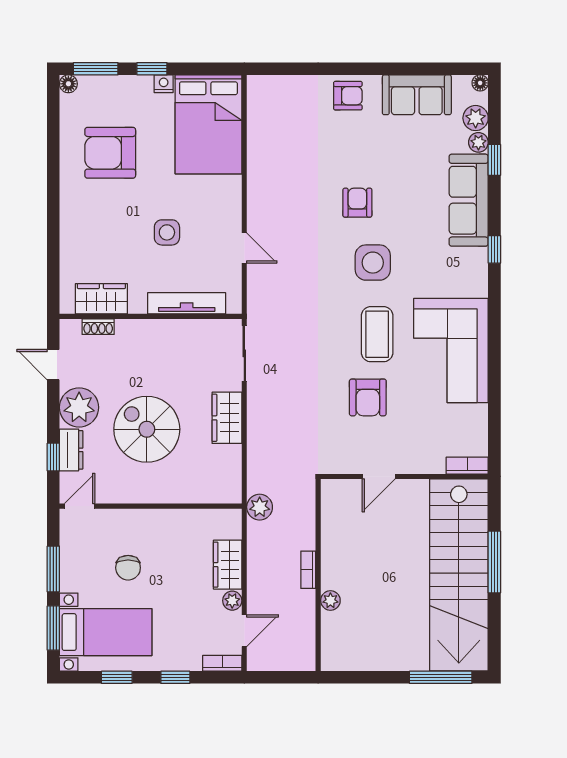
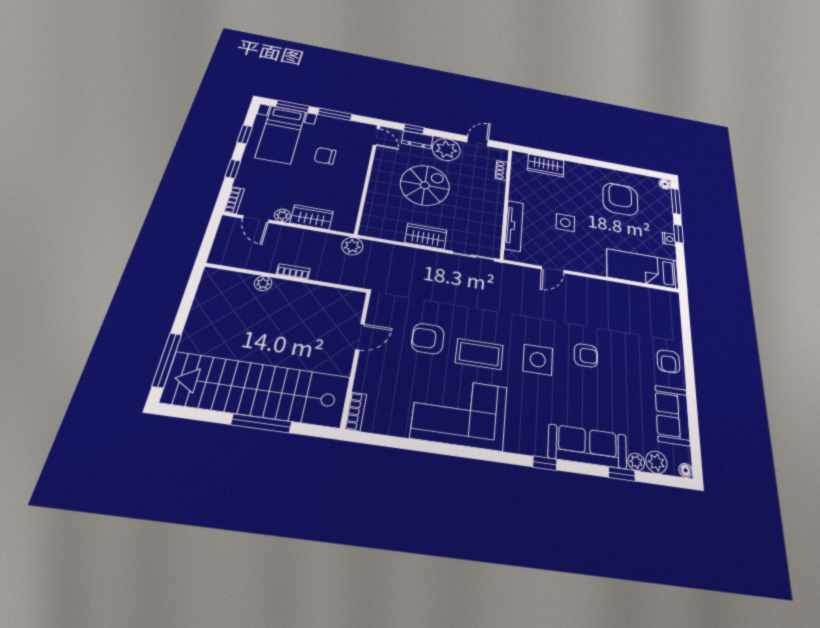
bed: (208, 124) -> (642, 269), width x0.67
wardrobe: (101, 299) -> (546, 165), moved, turned 90
door: (379, 476) -> (360, 337), swing flipped

